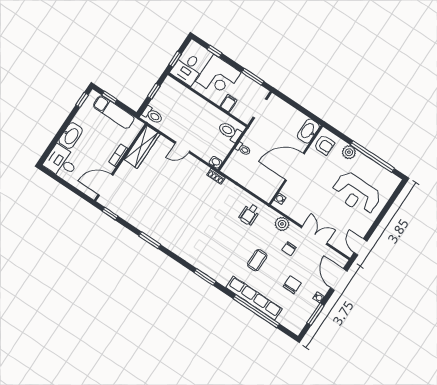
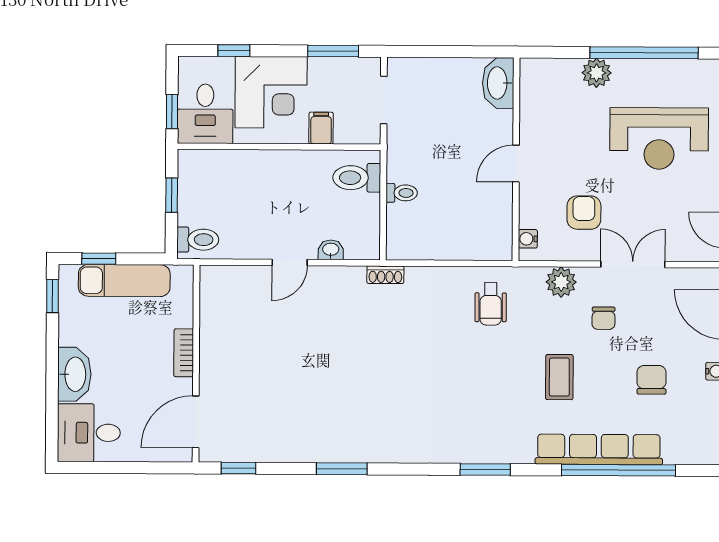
armchair: (324, 145) -> (584, 213), moved, turned -90
wardrobe: (142, 147) -> (216, 310), removed
washbasin: (215, 162) -> (331, 250), moved
door: (295, 167) -> (516, 164), width x0.53

